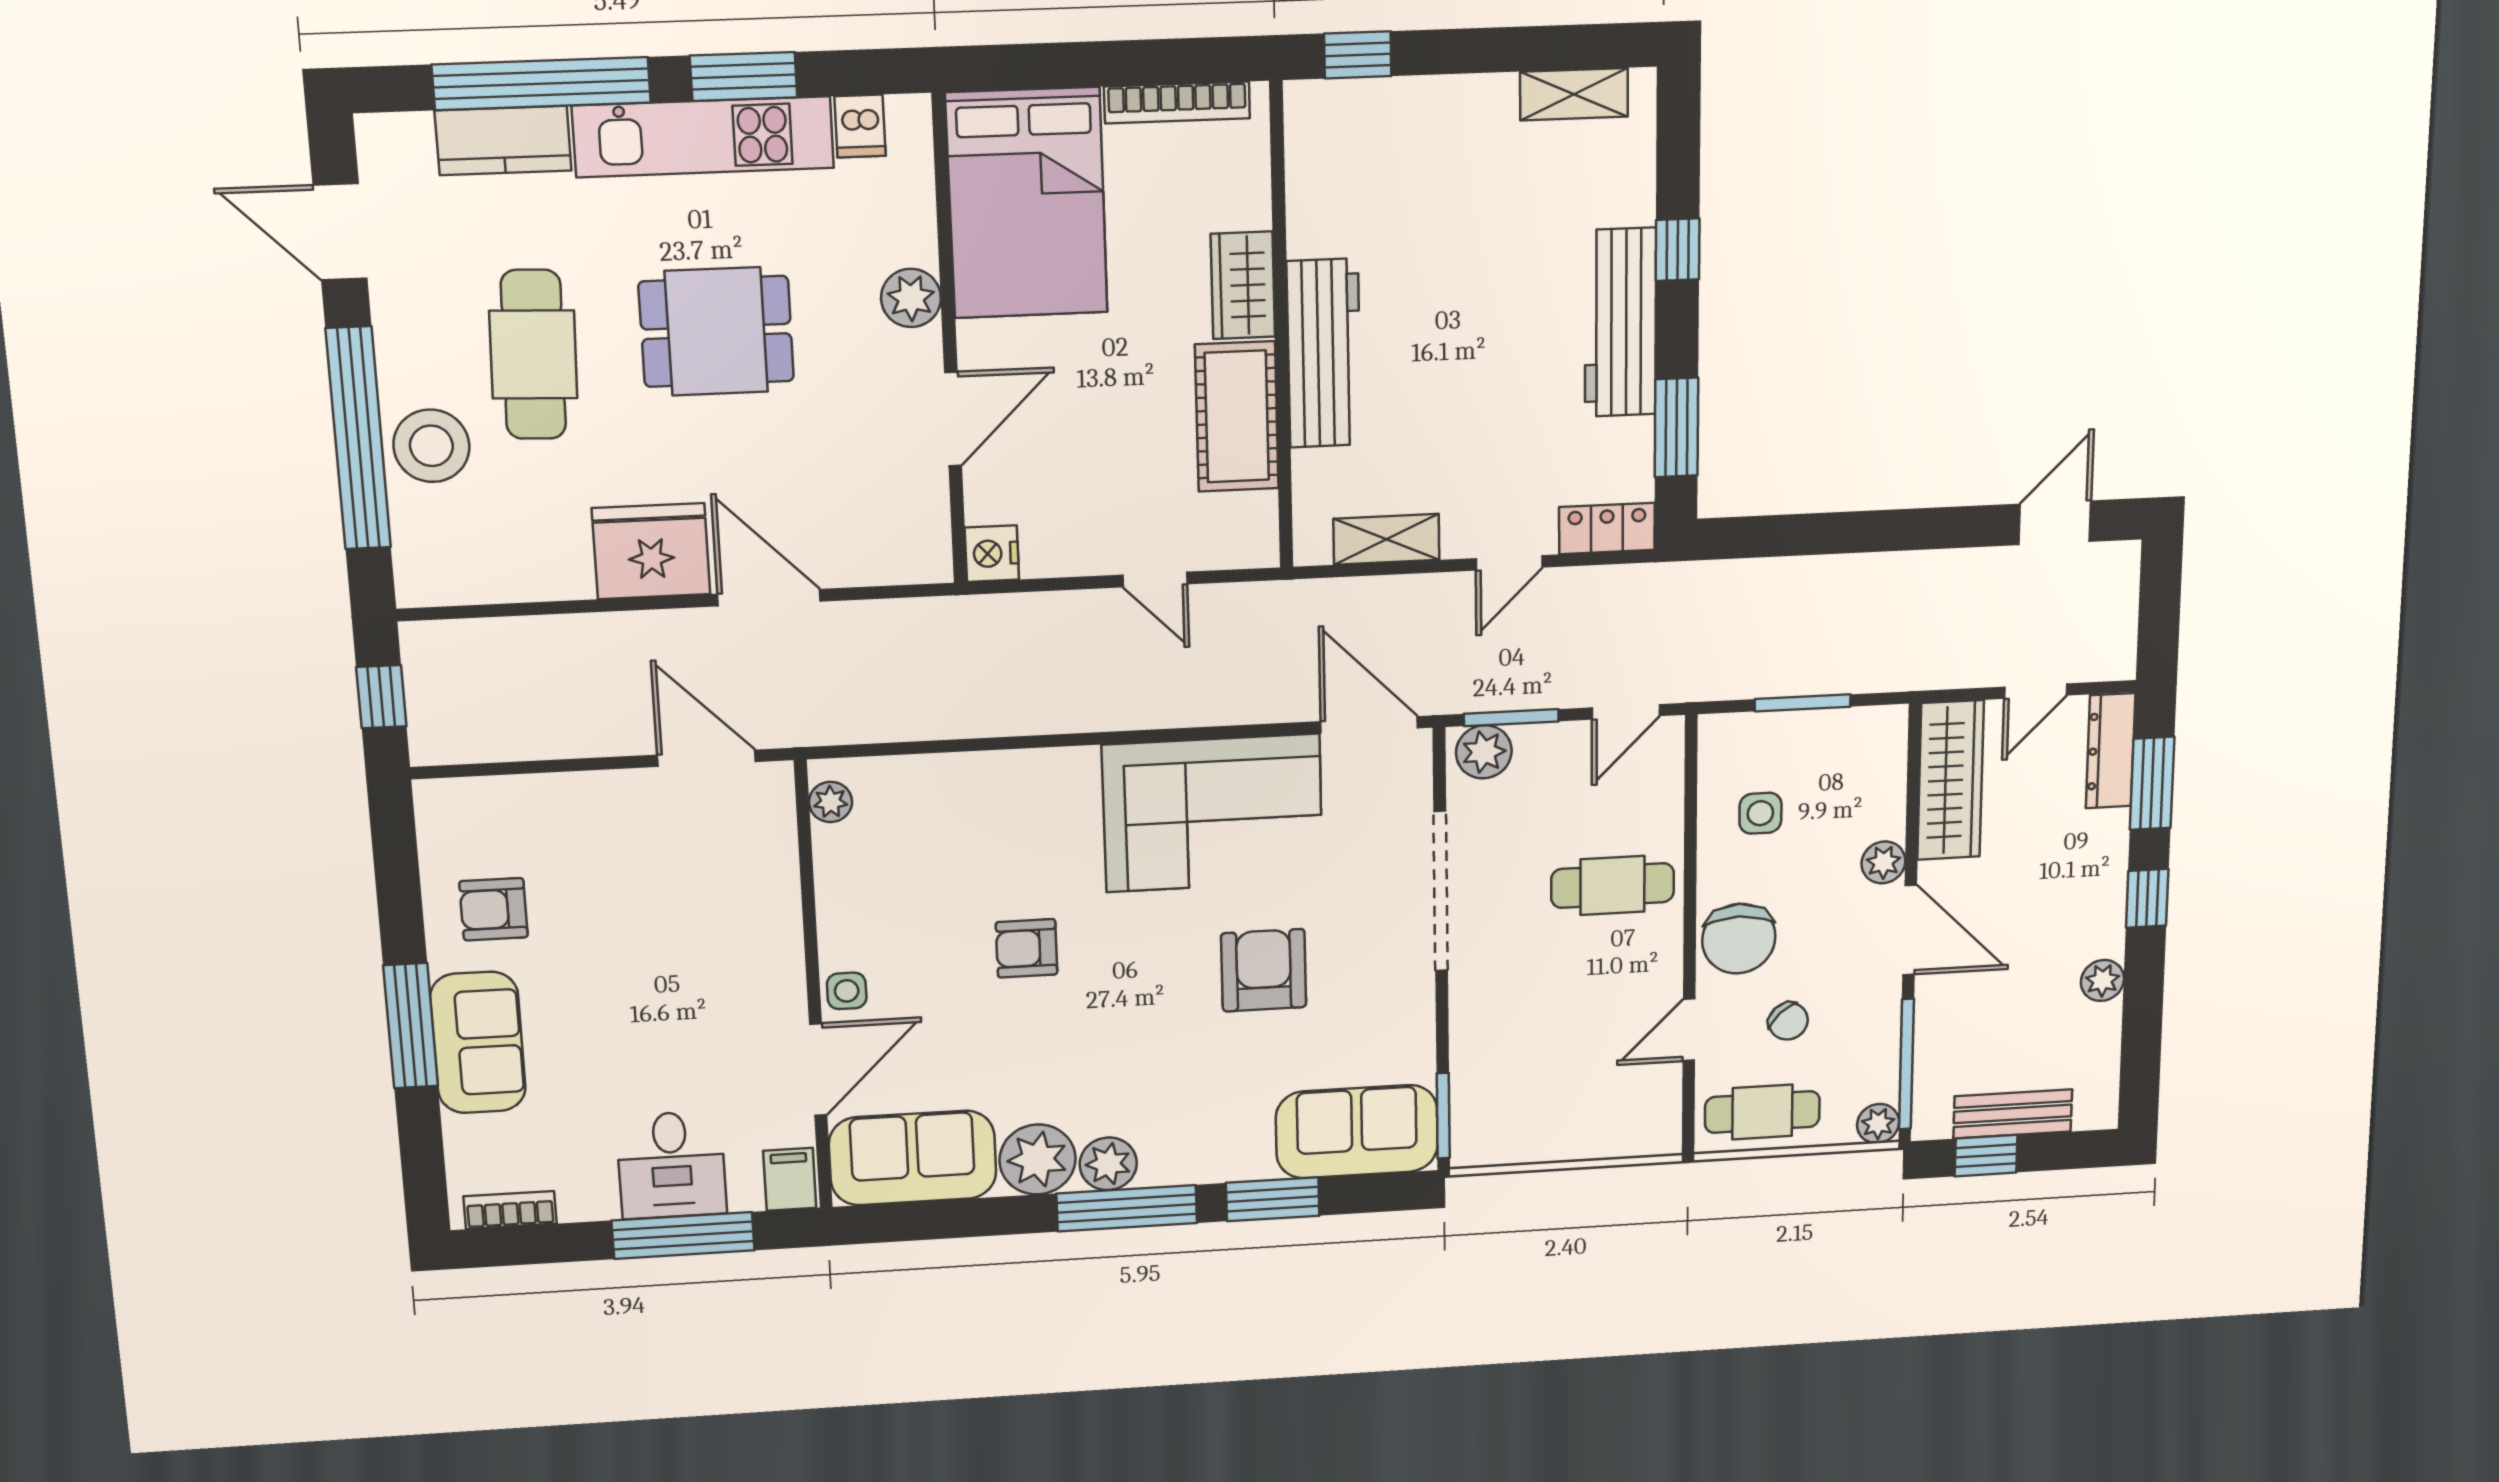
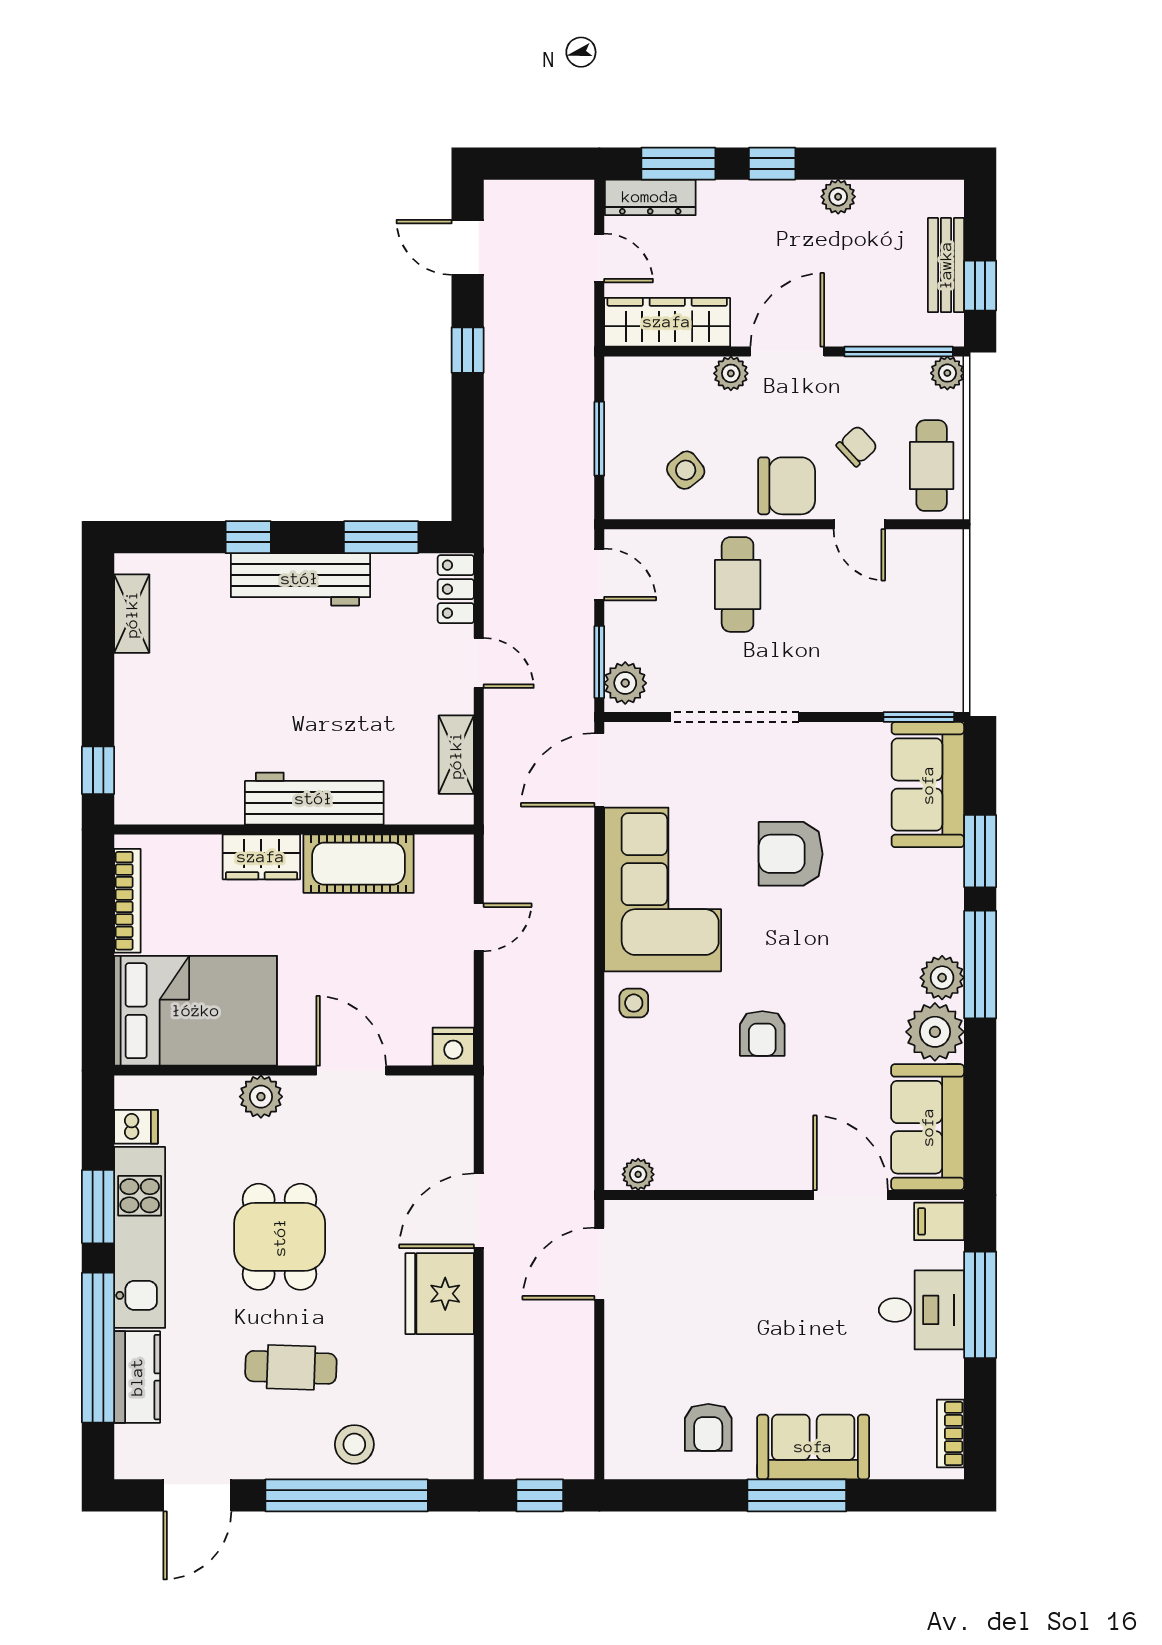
cafe table: (533, 355) -> (291, 1367), width x0.73, depth x0.74
stool: (431, 446) -> (354, 1444), width x0.73, depth x0.73
window: (1921, 529) -> (468, 350), added
side table: (1760, 813) -> (686, 470), turned -38
side table: (847, 991) -> (634, 1003), moved

